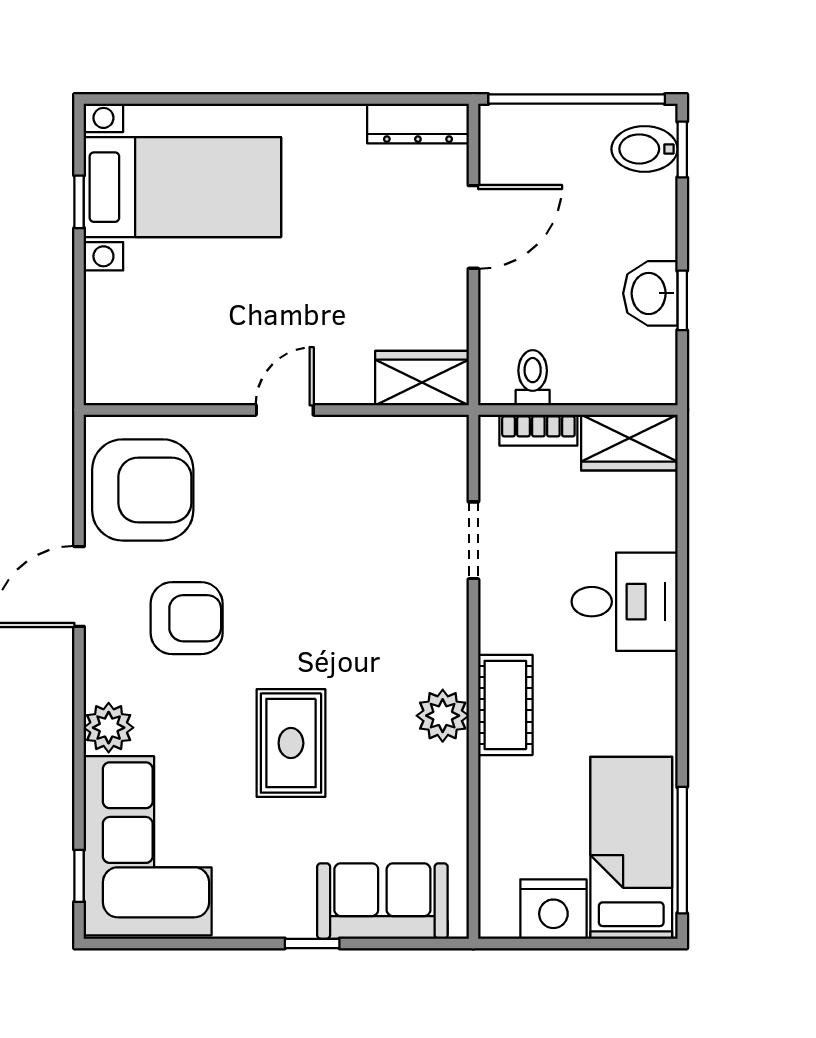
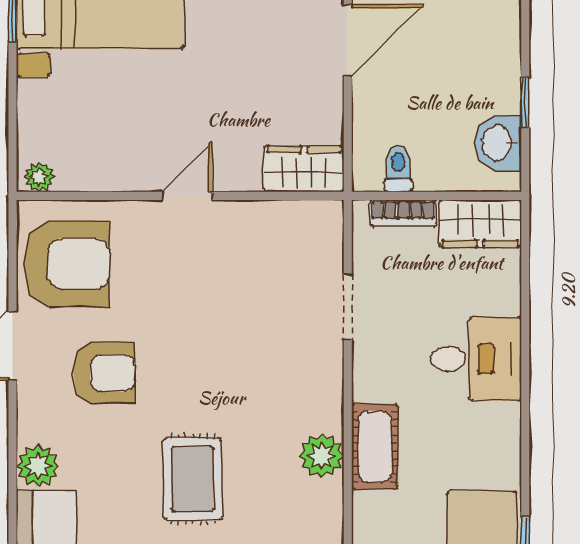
washbasin: (650, 293) -> (498, 143), moved
plant: (110, 388) -> (39, 177), added

